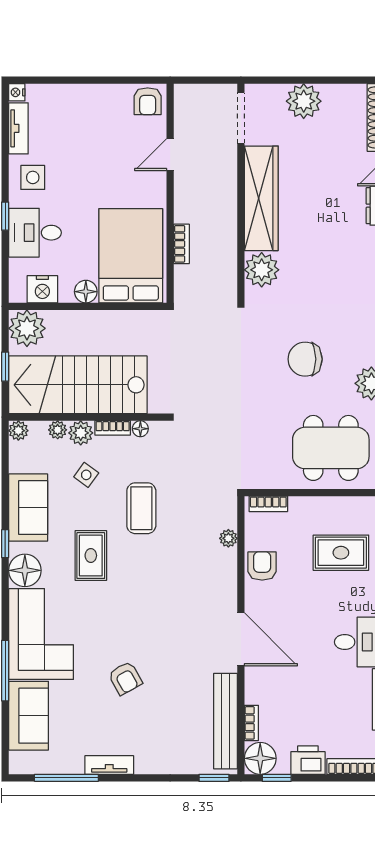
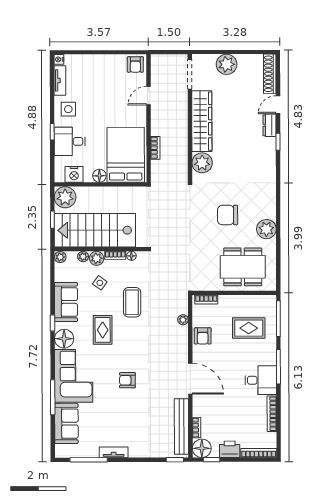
armchair: (262, 566) -> (203, 336), turned 180
armchair: (125, 678) -> (127, 380), moved, turned 119

